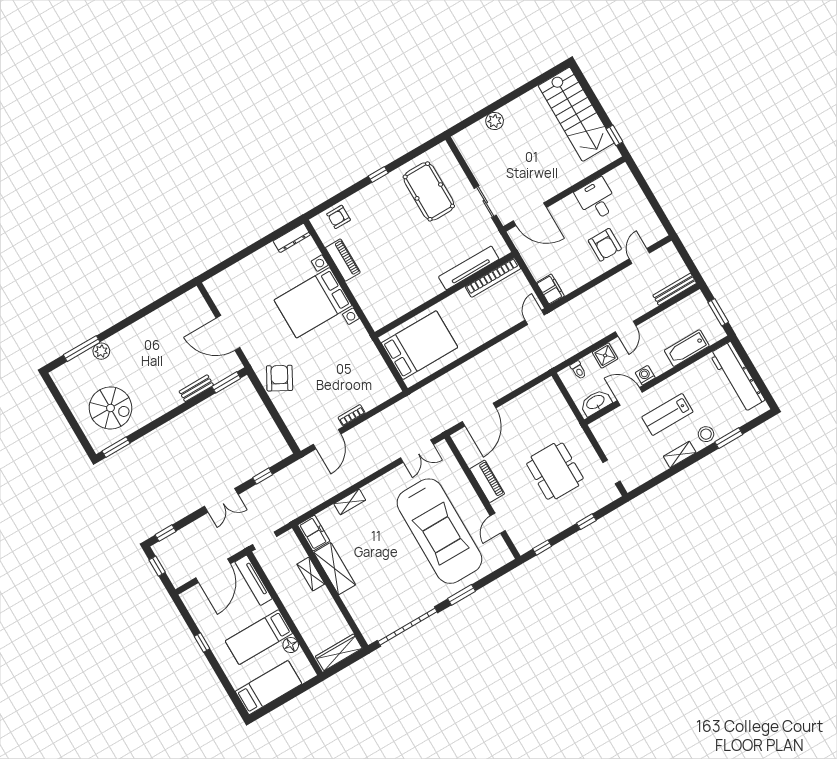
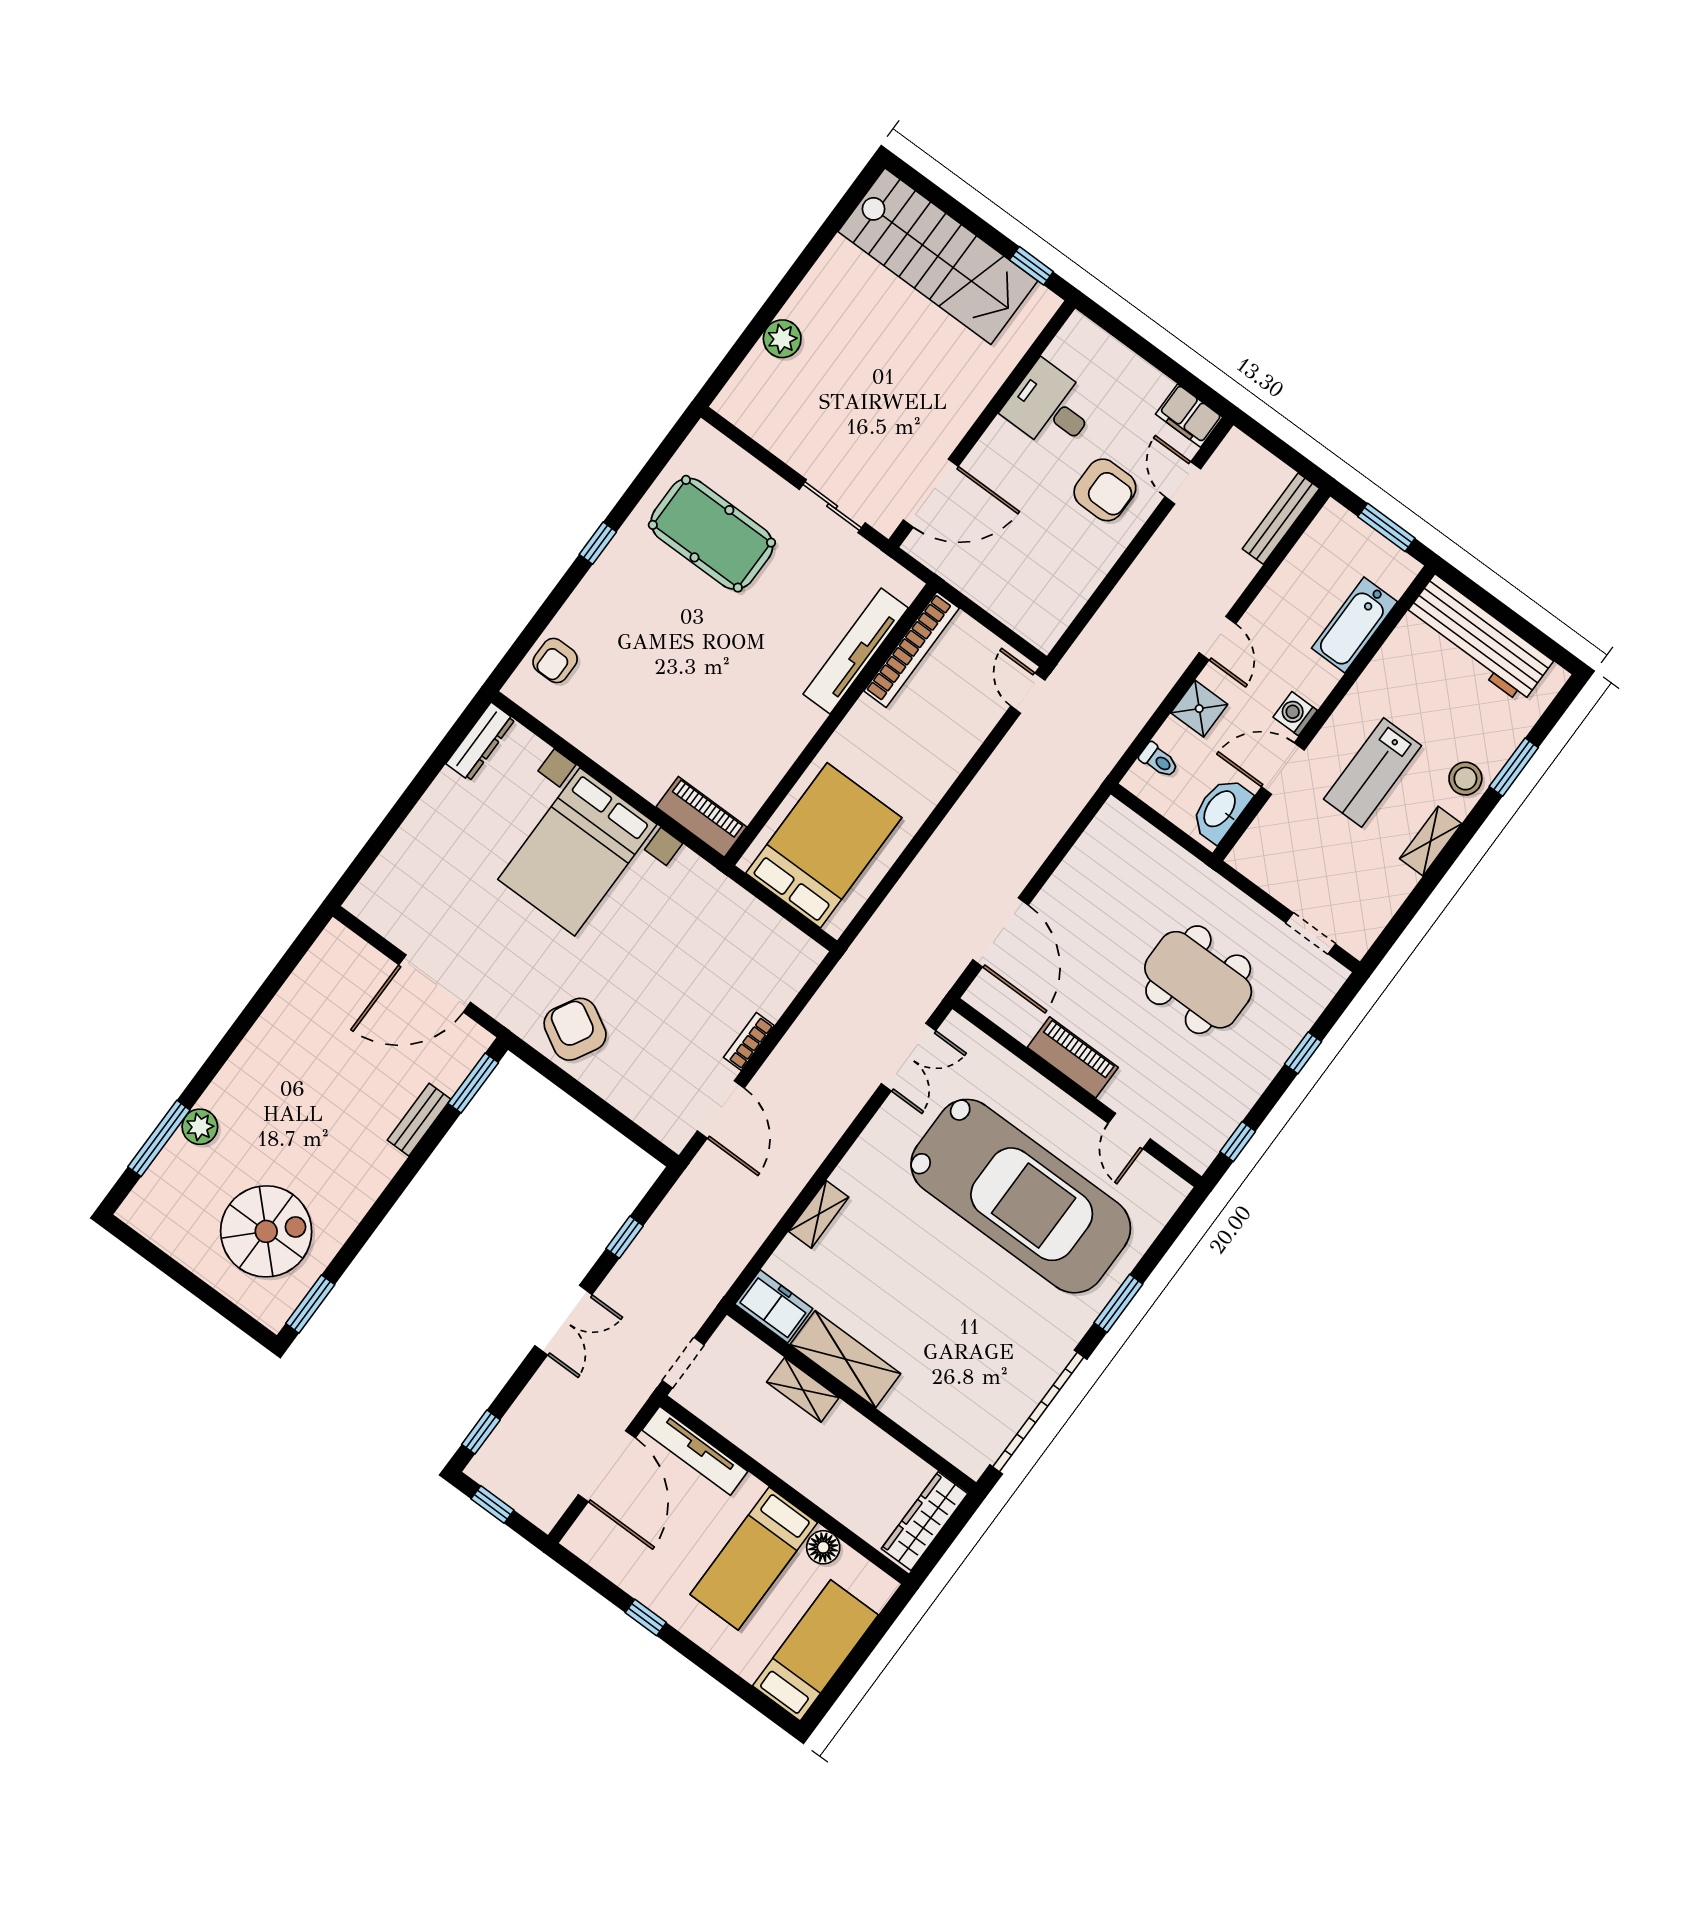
piano: (343, 260) -> (701, 817), moved
filing cabinet: (550, 289) -> (1189, 416), moved, turned 180

